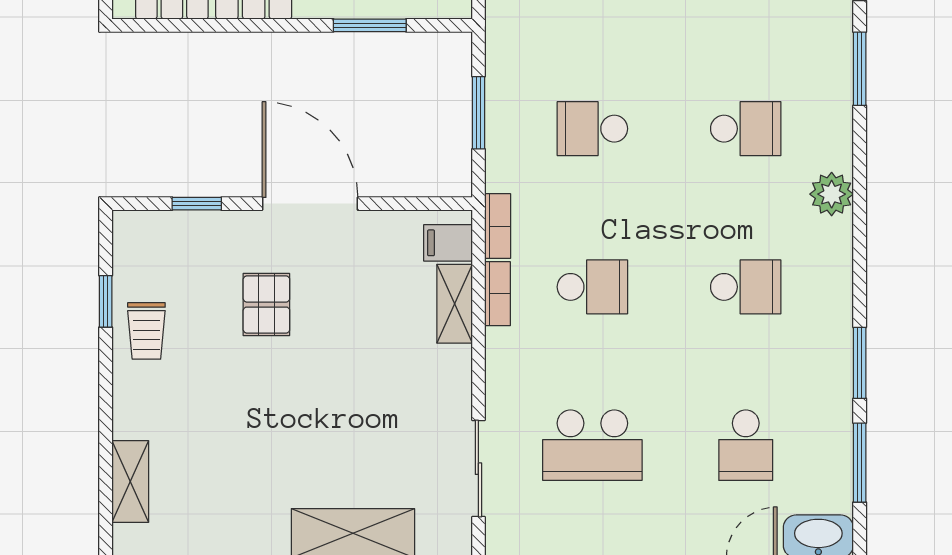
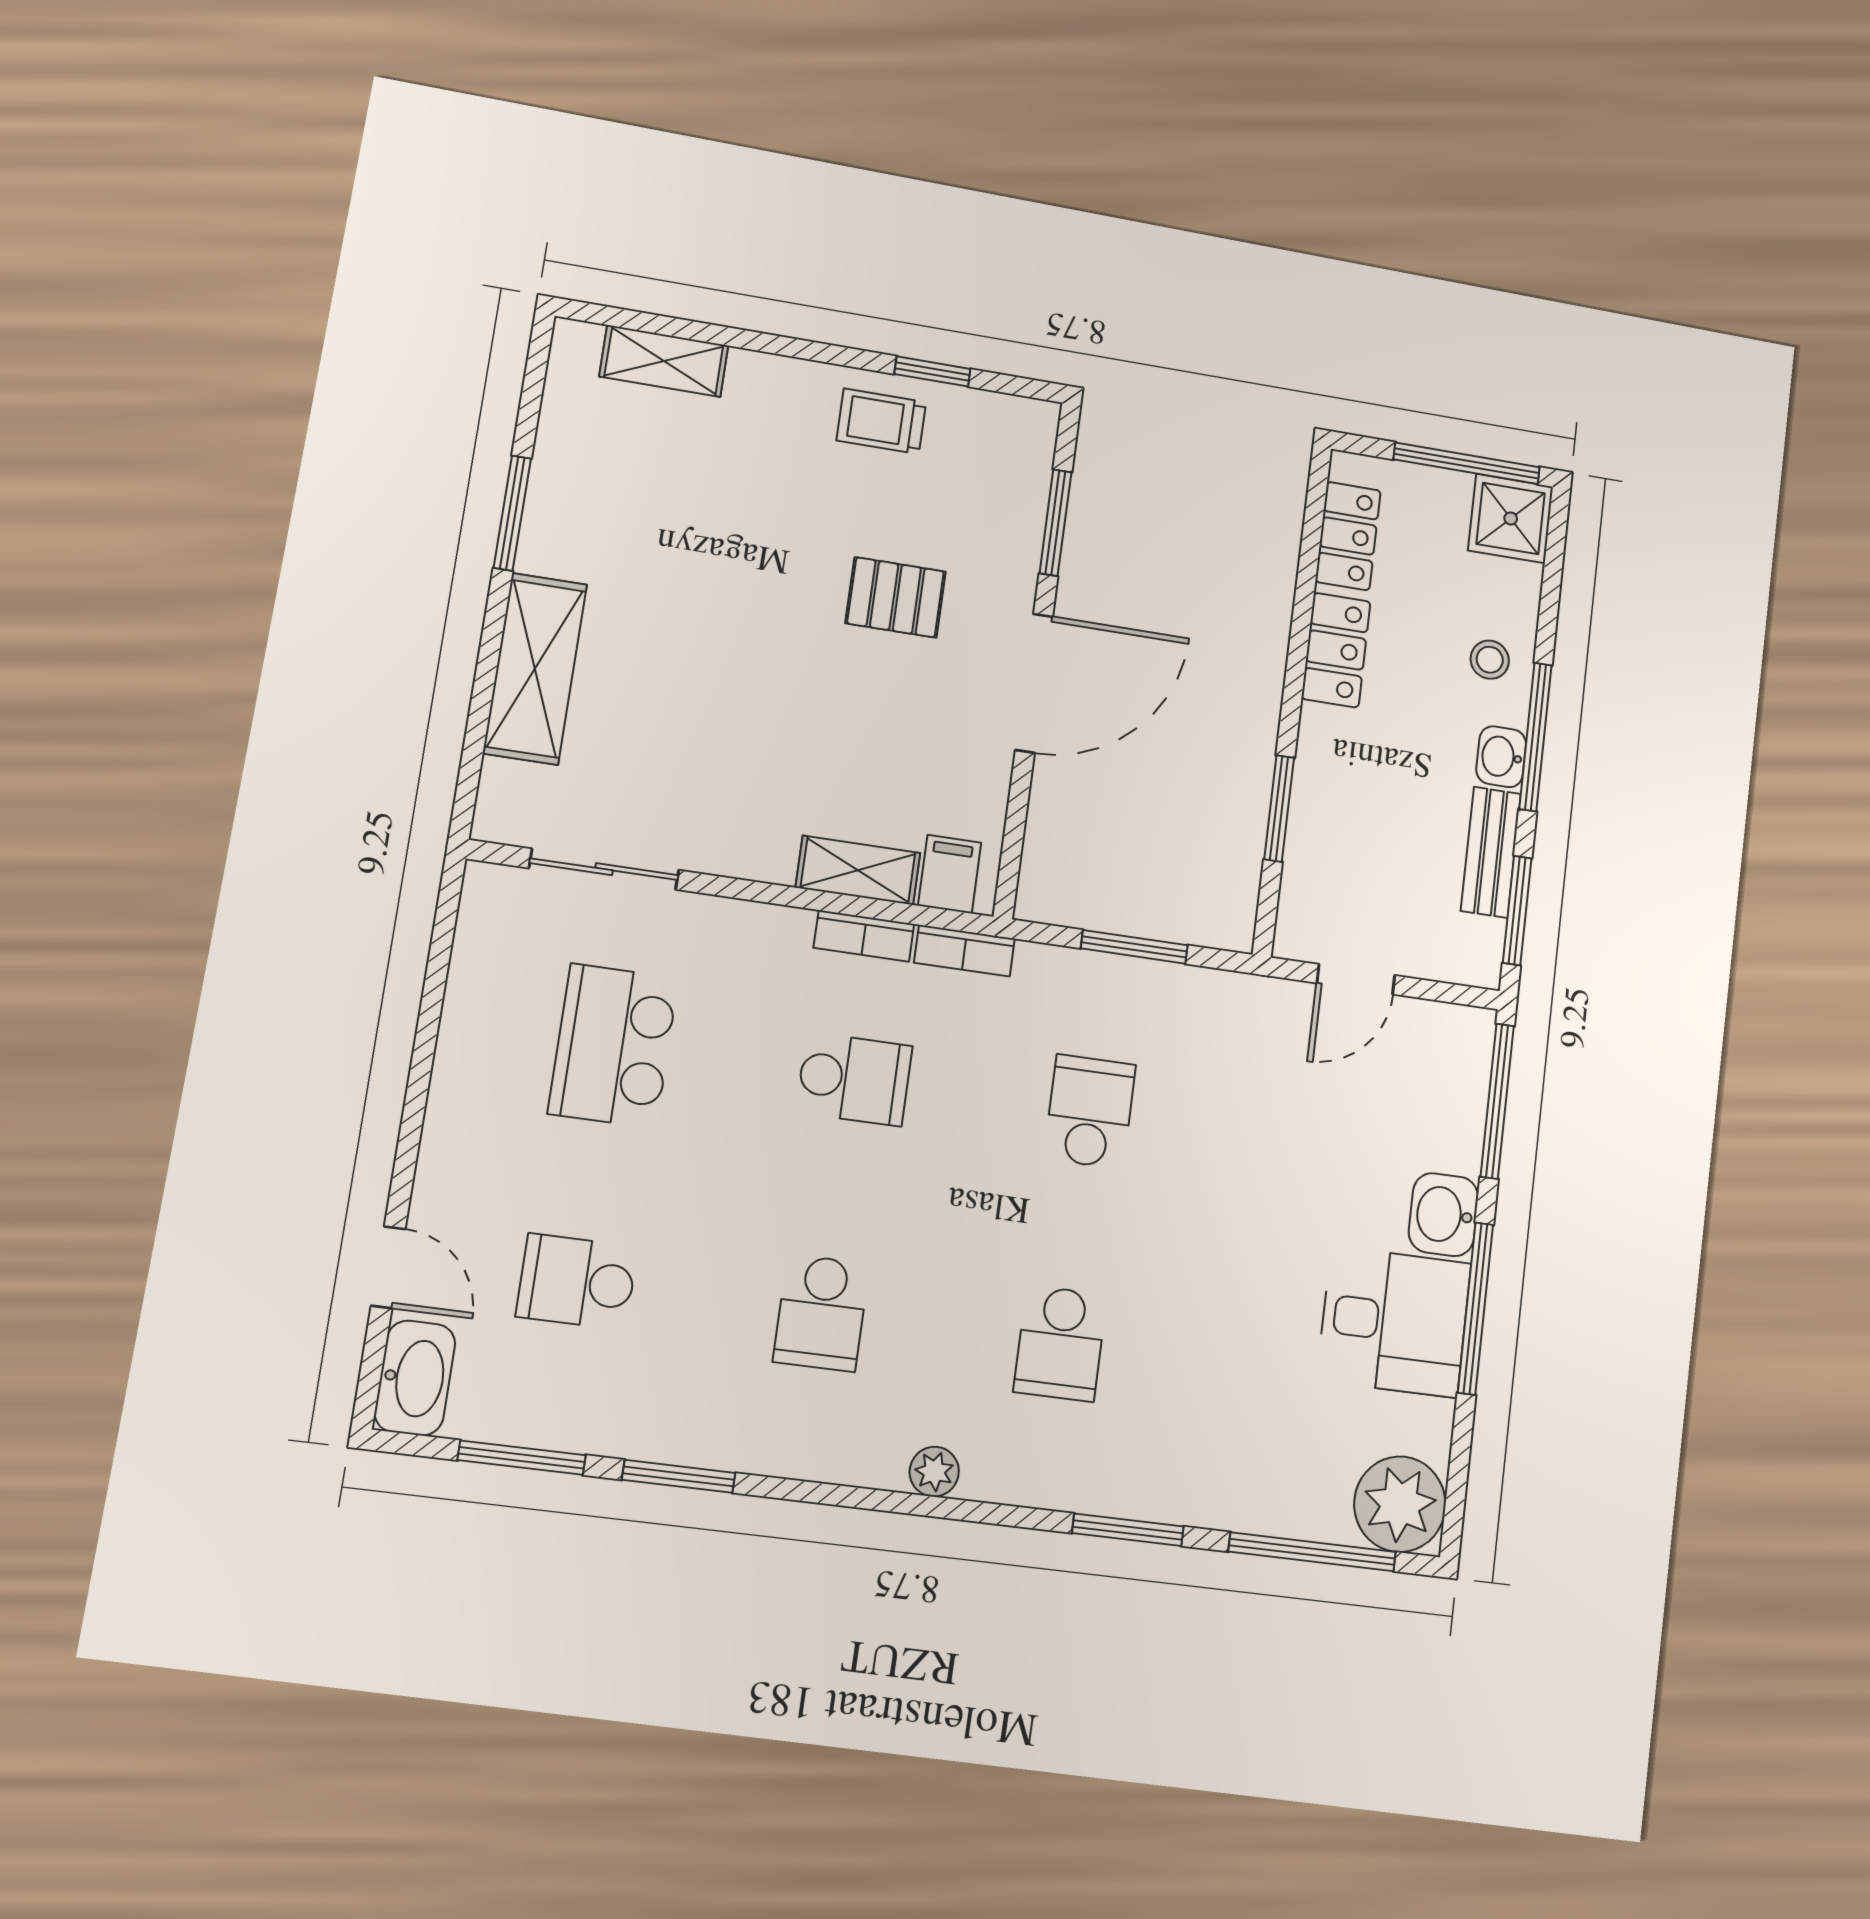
plant: (832, 194) -> (934, 1472), width x0.73, depth x0.73
window: (197, 204) -> (1055, 523), width x1.50
school desk: (592, 287) -> (854, 1079), turned -90

